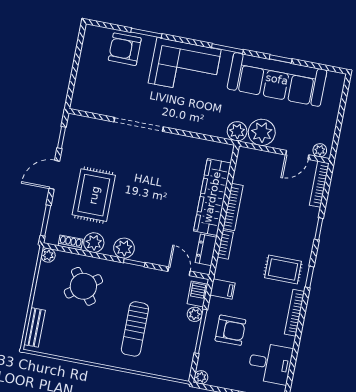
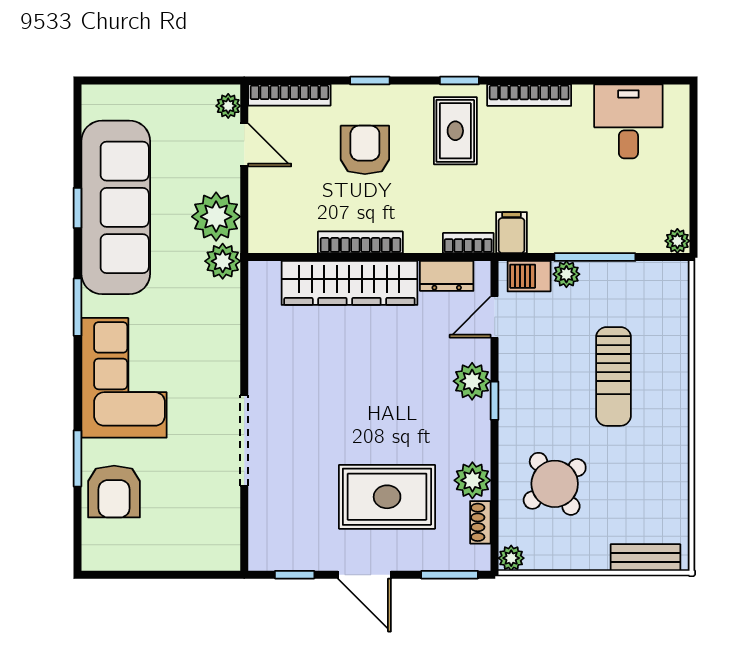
bookcase: (225, 245) -> (468, 243), moved
plant: (124, 248) -> (472, 381), moved
sun lounger: (135, 329) -> (613, 376), turned 90
armchair: (230, 330) -> (365, 150), moved

